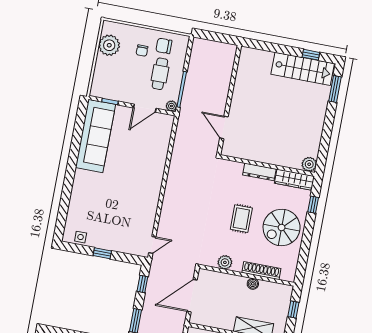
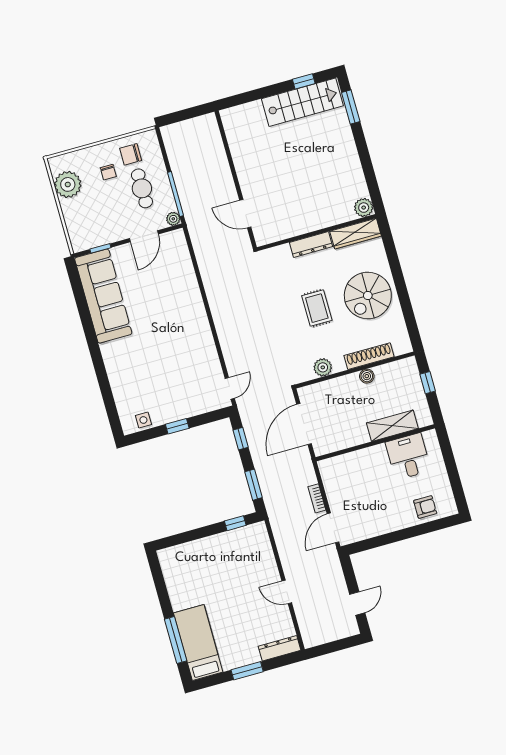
window: (313, 205) -> (391, 252), removed

